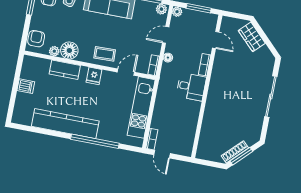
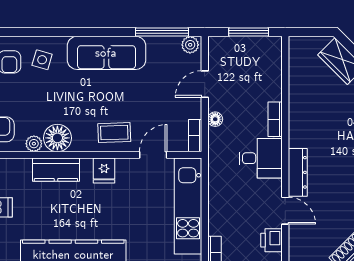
plant: (177, 12) -> (216, 44), removed
door: (216, 40) -> (285, 211), moved
dresser: (212, 100) -> (298, 172), added
printer: (188, 138) -> (271, 240), added

